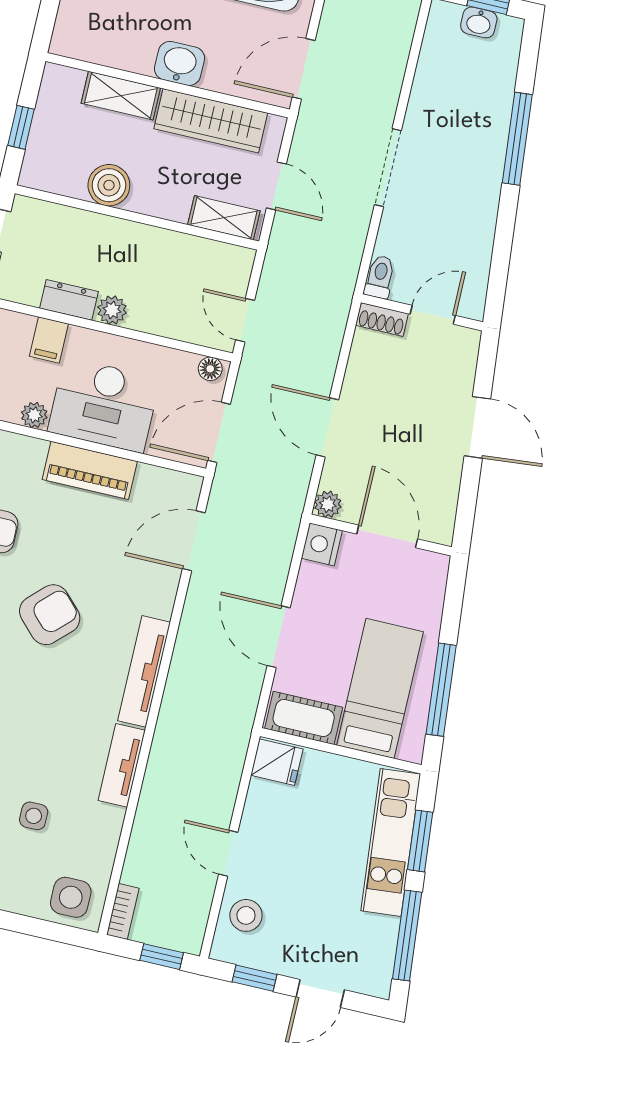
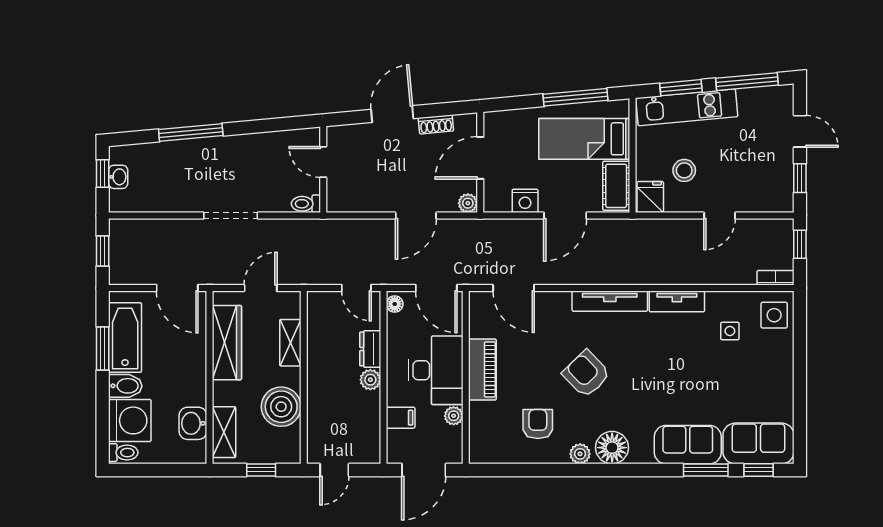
washbasin: (180, 63) -> (193, 423), moved
shelving: (121, 96) -> (224, 432), moved
boiler: (109, 185) -> (281, 407), width x1.37, depth x1.37
shelving: (224, 218) -> (290, 343), moved
dresser: (69, 300) -> (370, 349), moved
shoe rack: (382, 319) -> (436, 124), moved, turned 85
door: (245, 320) -> (356, 288), hinge flipped
nightstand: (322, 544) -> (525, 201), moved
side table: (34, 816) -> (730, 331), moved
stool: (246, 915) -> (684, 170), moved

